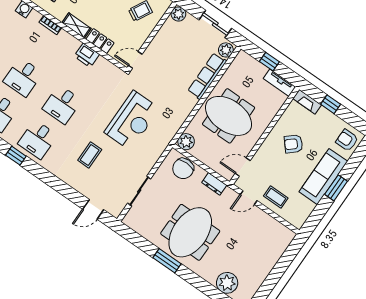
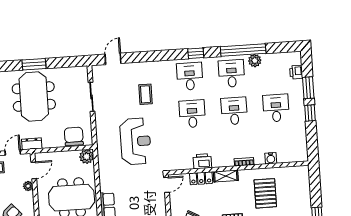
reception desk: (132, 120) -> (135, 141), turned 180
plant: (259, 157) -> (28, 186), added
dresser: (214, 184) -> (32, 144), moved

